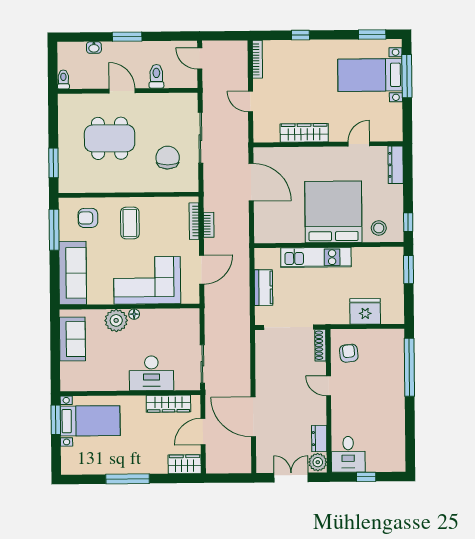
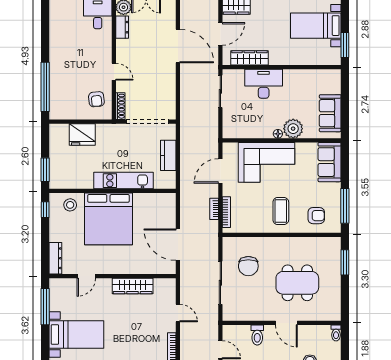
window: (407, 76) -> (45, 307), moved
sofa: (73, 273) -> (330, 162), width x0.73
bed with nightstands: (90, 421) -> (316, 26), moved

